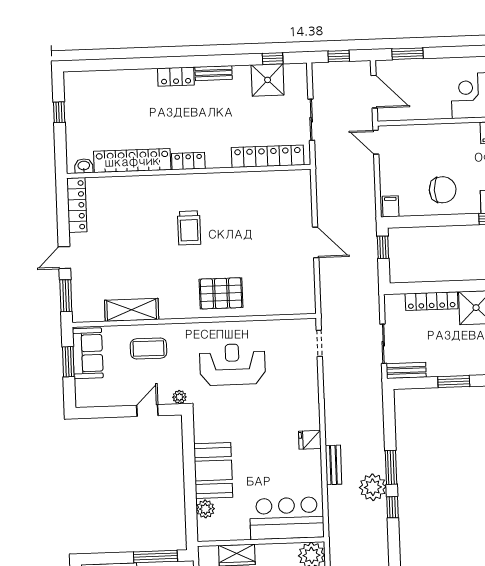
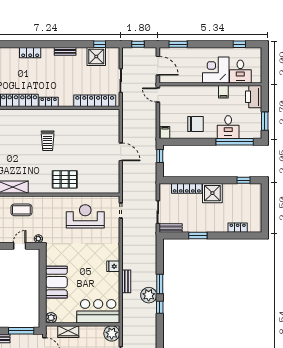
locker: (176, 77) -> (30, 53), moved
reception desk: (232, 364) -> (85, 216), moved
plant: (205, 509) -> (51, 318), moved

